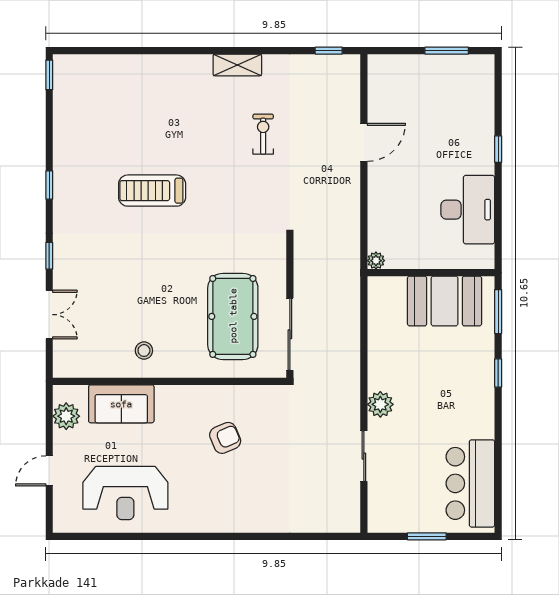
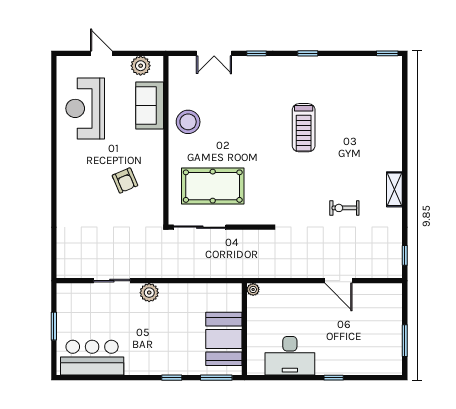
exercise bike: (263, 134) -> (344, 208), turned 180
treadmill: (152, 191) -> (304, 128), turned 180
stool: (144, 351) -> (188, 122), width x1.89, depth x1.89

